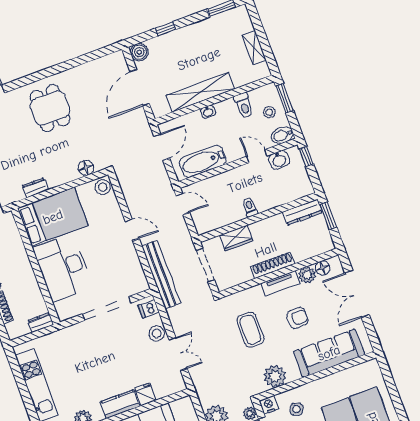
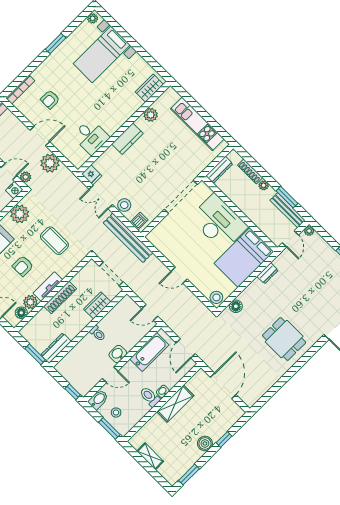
boiler: (139, 52) -> (205, 443), moved
shelving: (201, 92) -> (175, 404), width x0.68
toilet: (244, 105) -> (150, 397), moved
washbasin: (279, 160) -> (118, 354), moved
bench: (161, 275) -> (128, 238), moved
doorway: (107, 308) -> (181, 197), moved
dresser: (41, 323) -> (219, 170), width x1.44
fridge: (145, 394) -> (92, 175), moved

